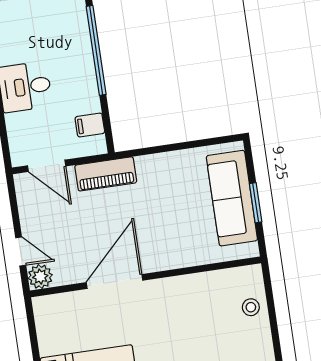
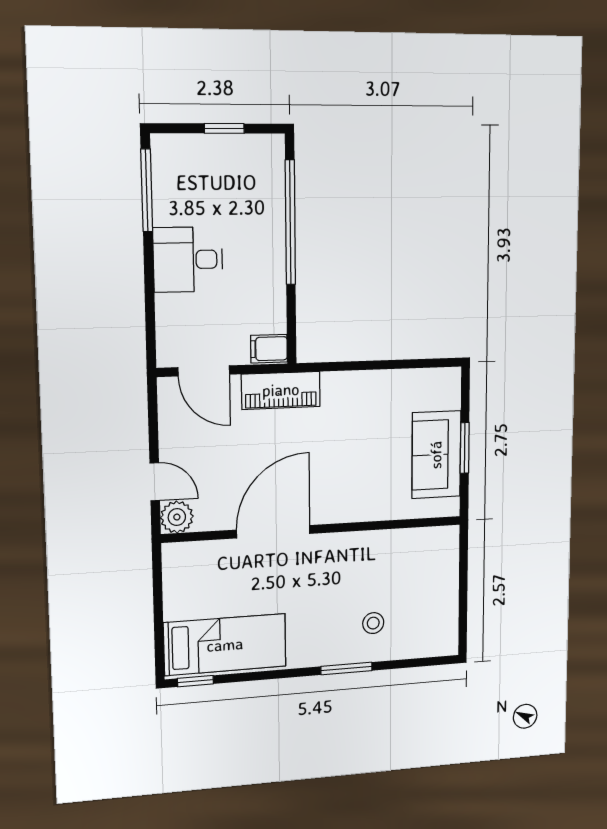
filing cabinet: (90, 125) -> (269, 349), moved
sofa: (232, 198) -> (436, 455), width x0.73
stool: (251, 307) -> (373, 623), moved

